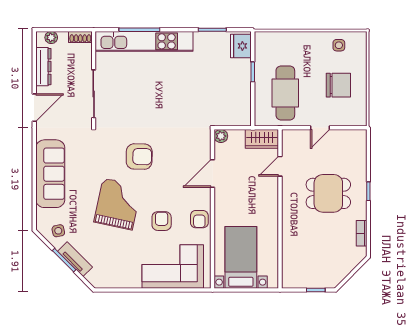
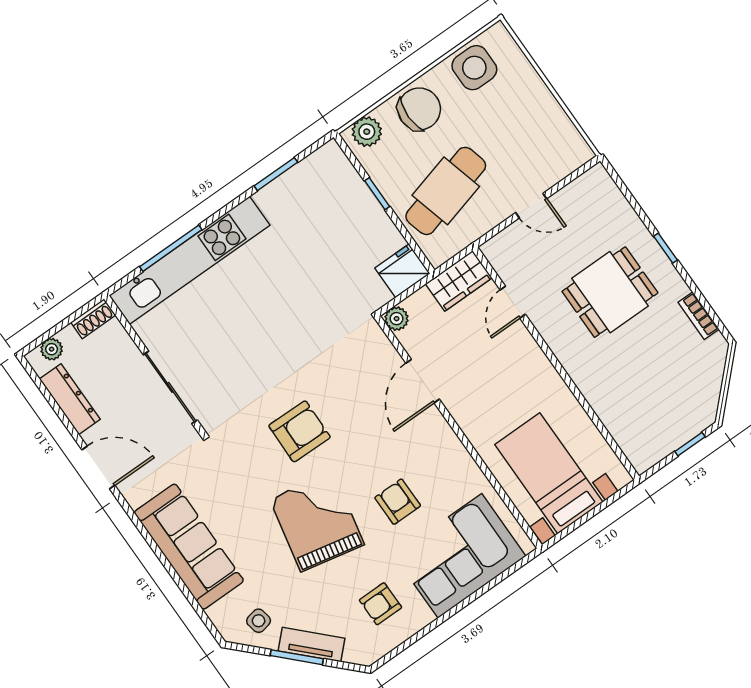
plant: (268, 40) -> (367, 132), added
side table: (339, 45) -> (474, 68), width x1.87, depth x1.87
fridge: (241, 46) -> (402, 271), moved, turned 90
chair: (338, 85) -> (419, 109), moved
cafe table: (285, 93) -> (446, 191), turned 75
door: (34, 108) -> (98, 468), hinge flipped
door: (320, 128) -> (531, 206), hinge flipped
armchair: (199, 219) -> (380, 604), moved, turned 90

